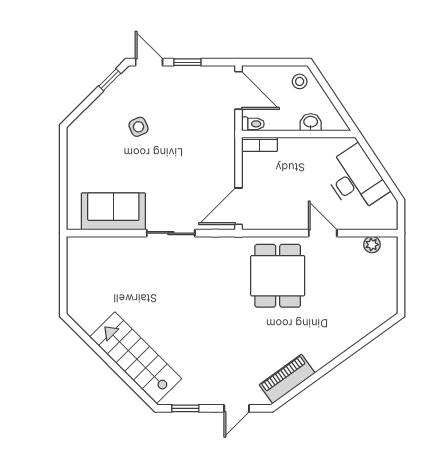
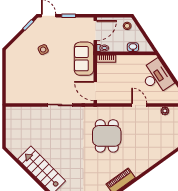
door: (238, 90) -> (95, 31), hinge flipped
door: (238, 206) -> (95, 91), hinge flipped
sofa: (113, 211) -> (84, 59), moved, turned -90
dining table: (278, 276) -> (107, 136), moved

